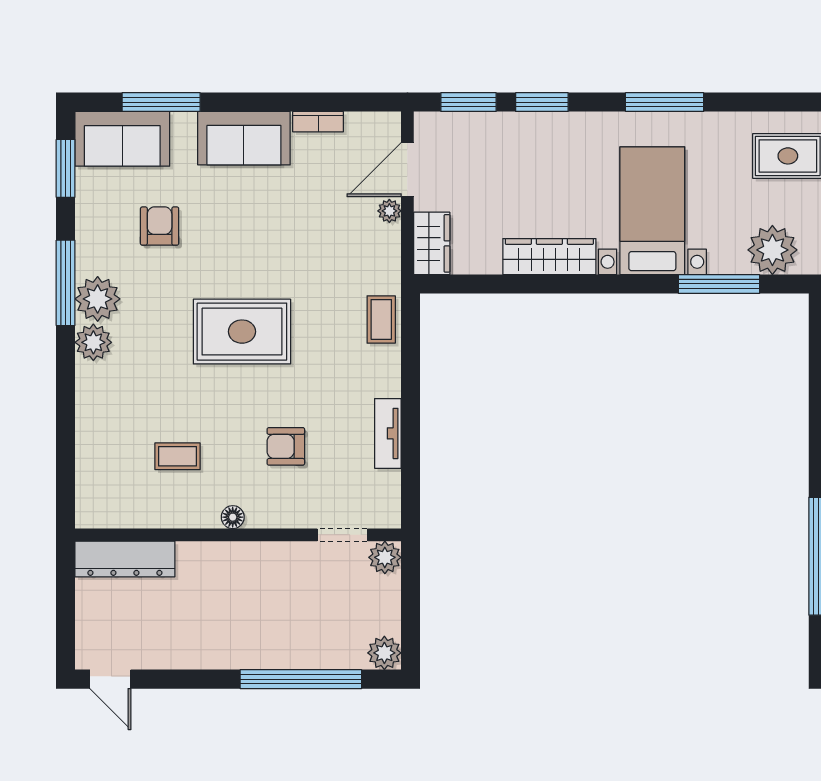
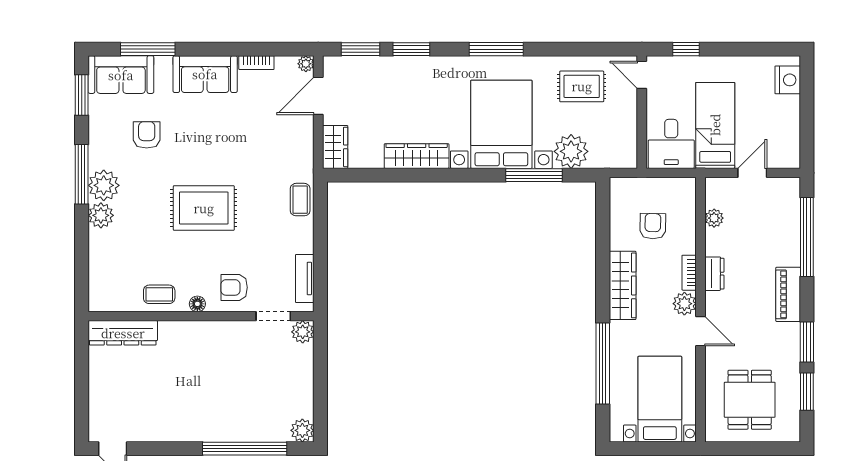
plant: (389, 211) -> (306, 64), moved
bed with nightstands: (652, 211) -> (501, 124), width x1.36
floor lamp: (233, 517) -> (197, 304), moved
wall: (238, 535) -> (201, 316), moved
doorway: (342, 535) -> (273, 316), moved
plant: (385, 557) -> (303, 332), moved
dresser: (125, 559) -> (123, 333), moved

